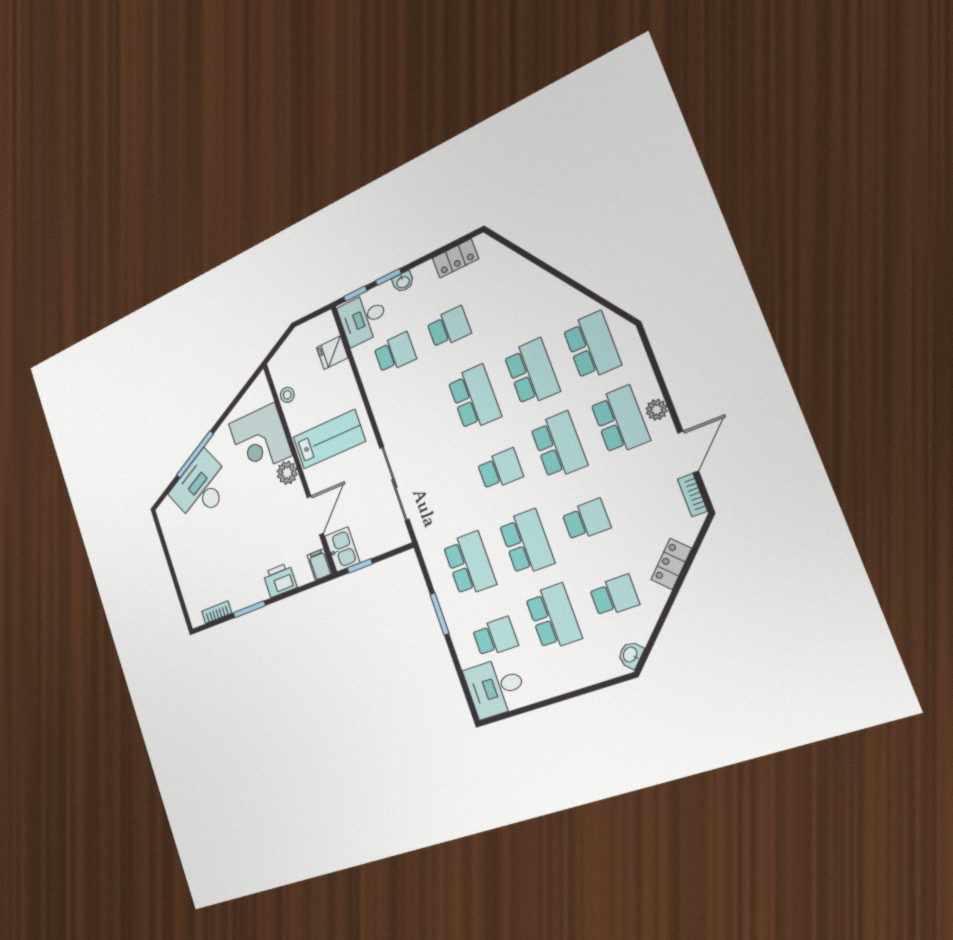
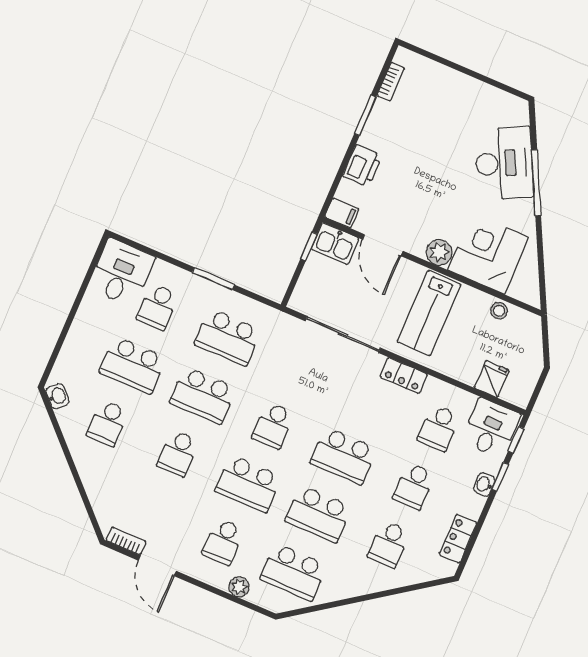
school desk: (505, 301) -> (389, 544), added
plant: (657, 410) -> (239, 587), moved
school desk: (620, 421) -> (223, 542), width x0.54
locker: (671, 564) -> (404, 376), moved, turned 135

